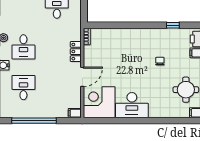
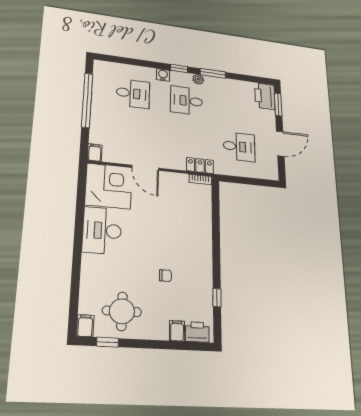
locker: (76, 52) -> (200, 166), moved

